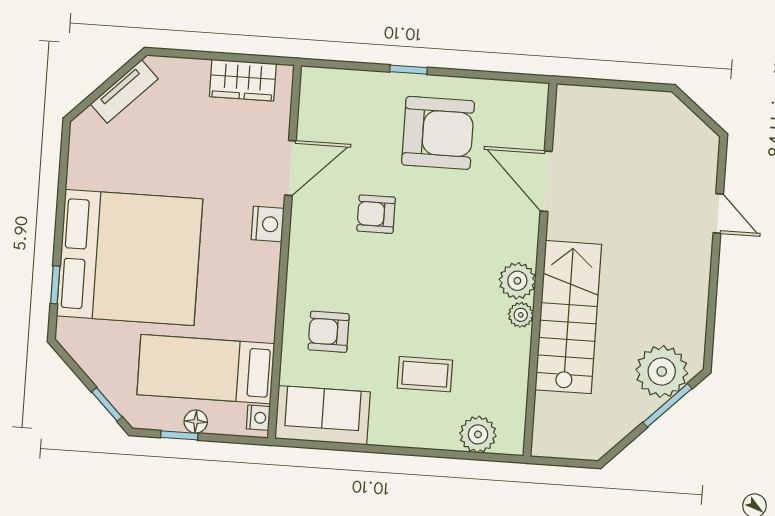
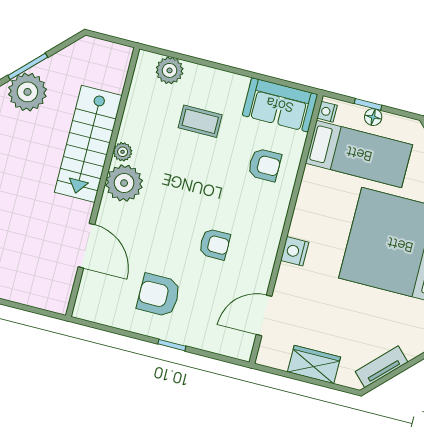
wardrobe: (243, 80) -> (314, 364), moved
armchair: (438, 133) -> (159, 295), width x0.73, depth x0.73
door: (290, 168) -> (264, 315), moved
plant: (517, 281) -> (124, 183), width x1.36, depth x1.36
window: (179, 435) -> (368, 104), moved

